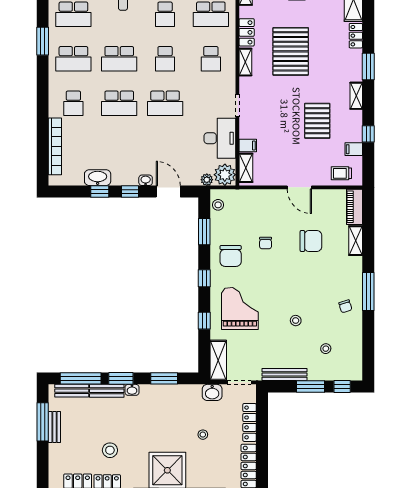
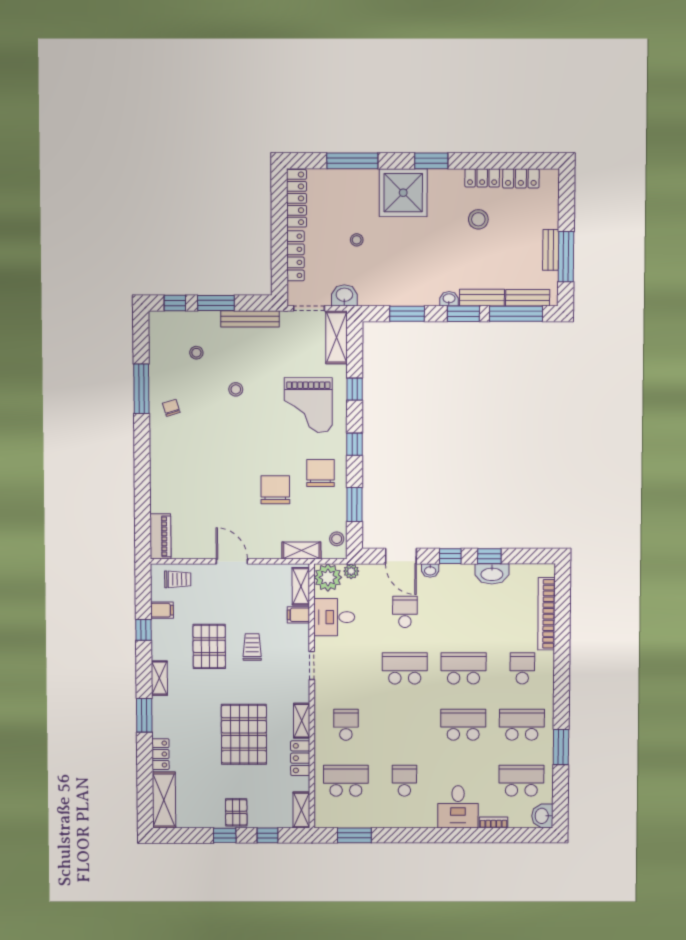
school desk: (165, 59) -> (405, 612), moved
trolley: (284, 120) -> (252, 647), added
desk: (220, 138) -> (334, 617), width x0.73
chair: (311, 241) -> (216, 492), removed
shelving: (356, 241) -> (301, 550), moved, turned 90
chair: (266, 243) -> (275, 490), width x1.87, depth x1.87
window: (368, 291) -> (141, 389), moved

